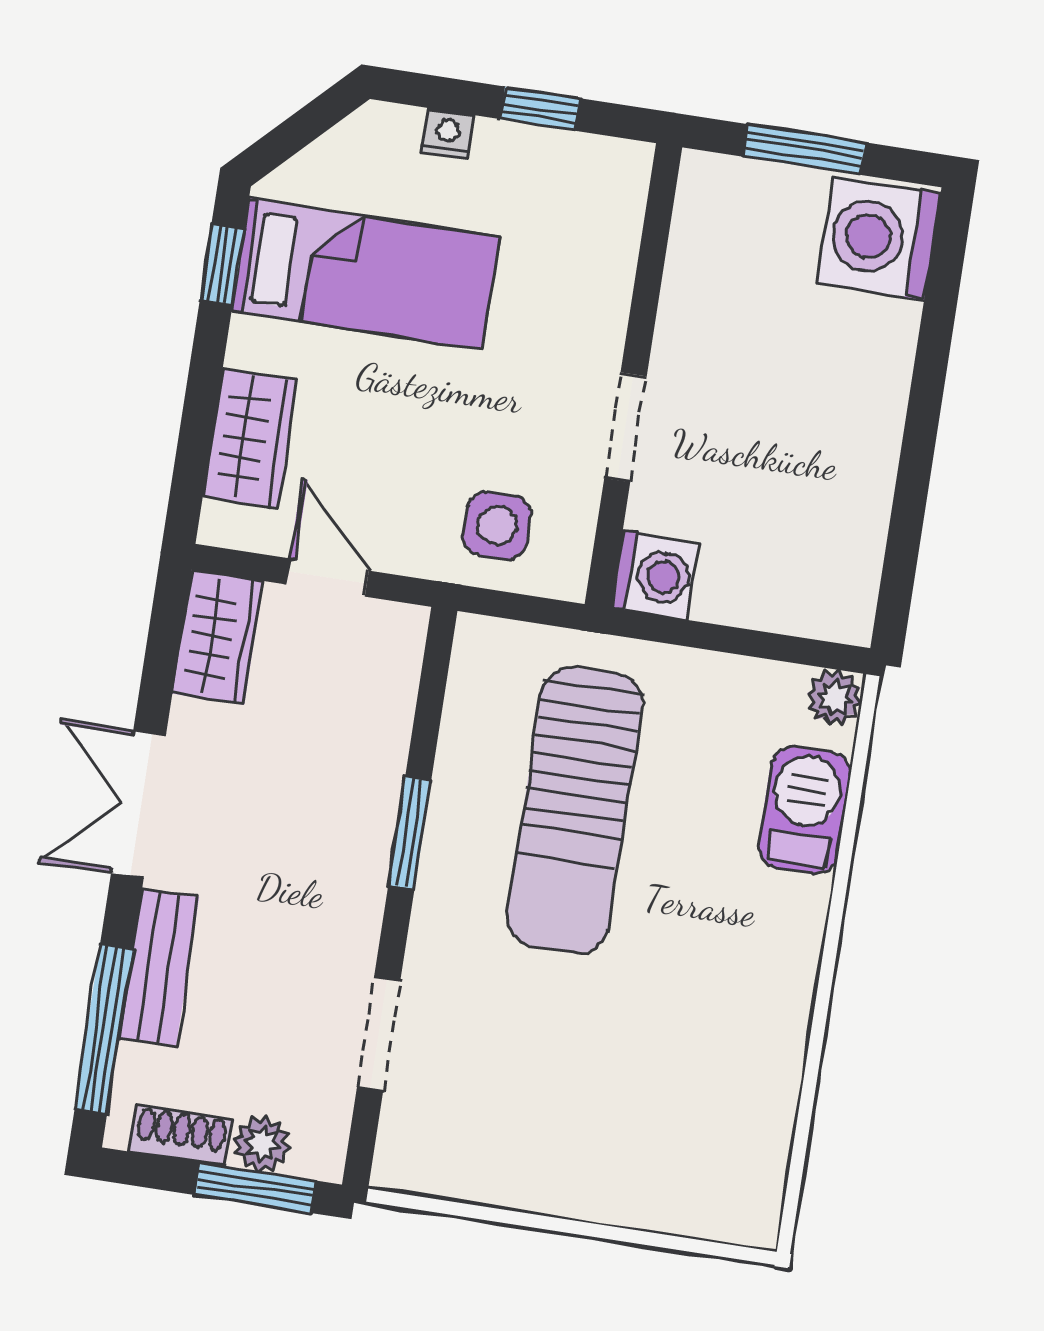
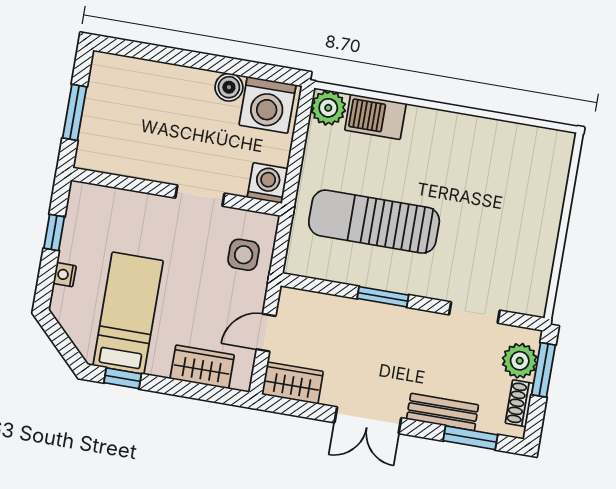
washing machine: (879, 238) -> (267, 105), moved
boiler: (865, 487) -> (229, 87), added
plant: (835, 697) -> (328, 108), width x1.38, depth x1.38
sun lounger: (575, 811) -> (374, 222), turned 180
window: (104, 1029) -> (470, 438), width x0.69
plant: (262, 1144) -> (520, 361), width x1.38, depth x1.38

